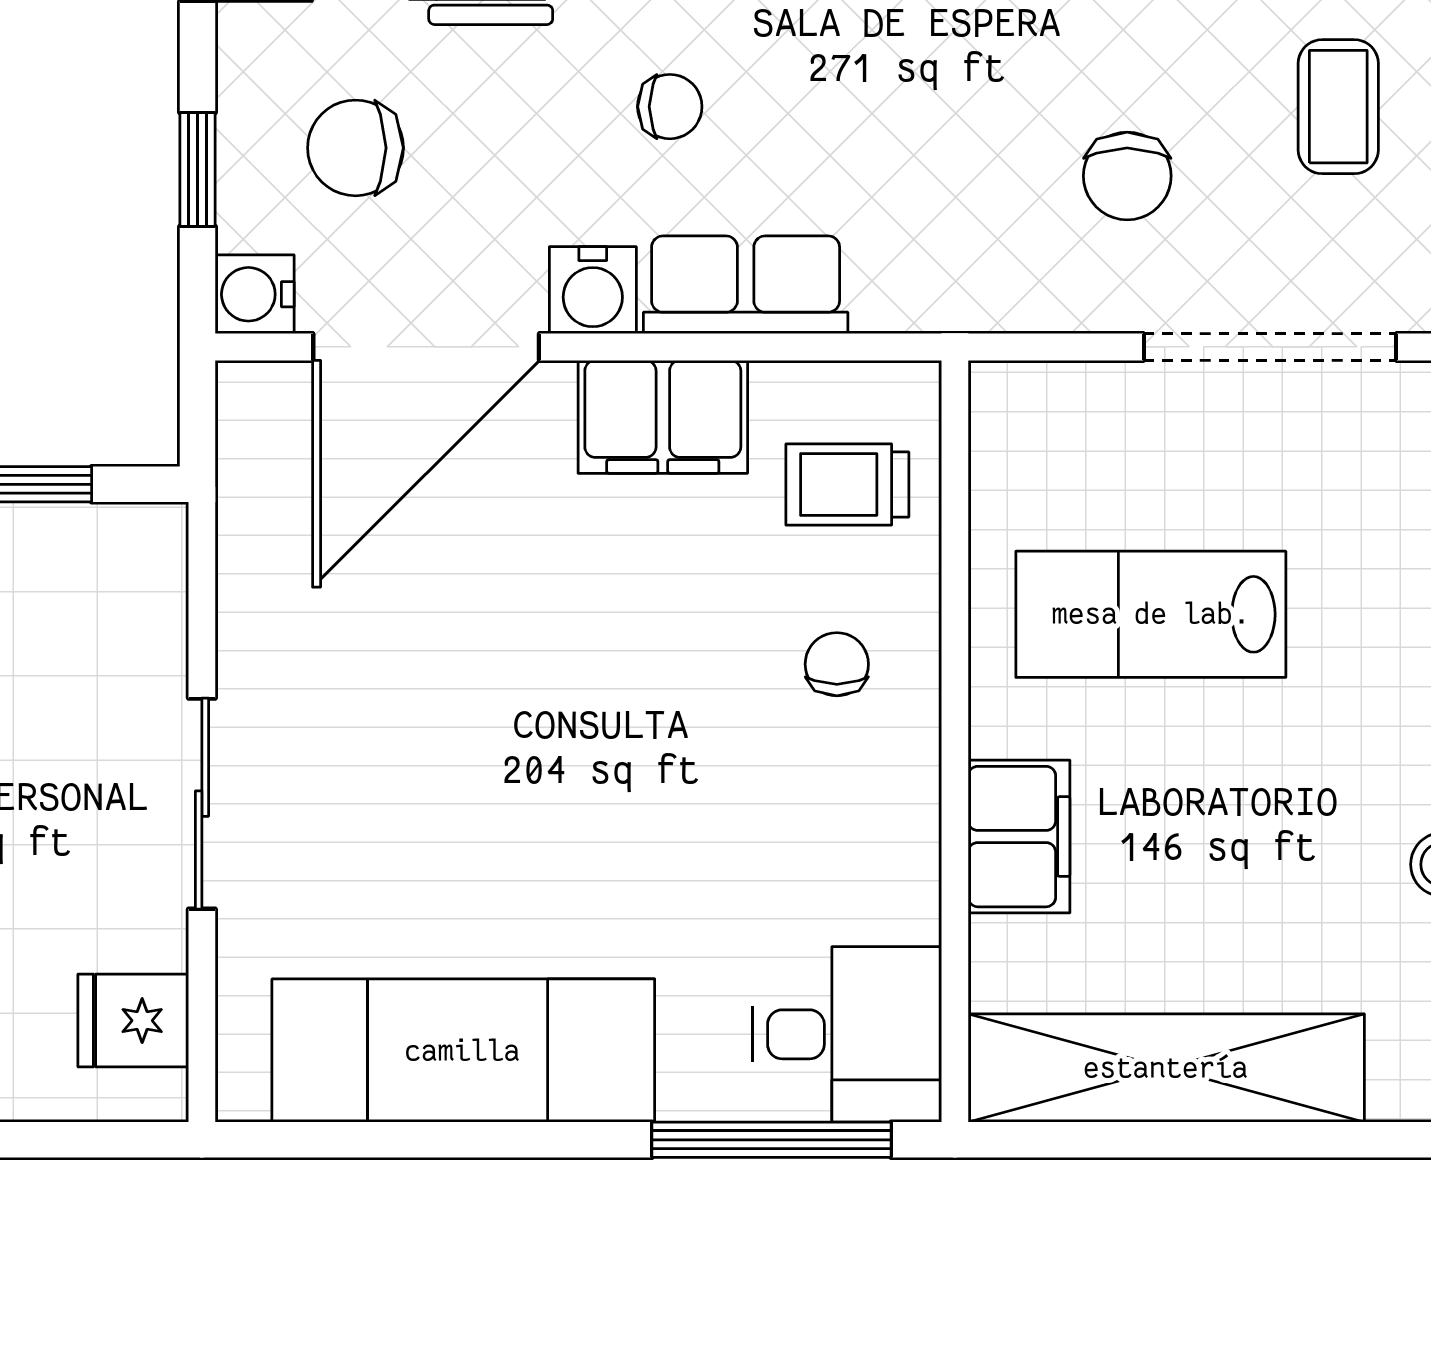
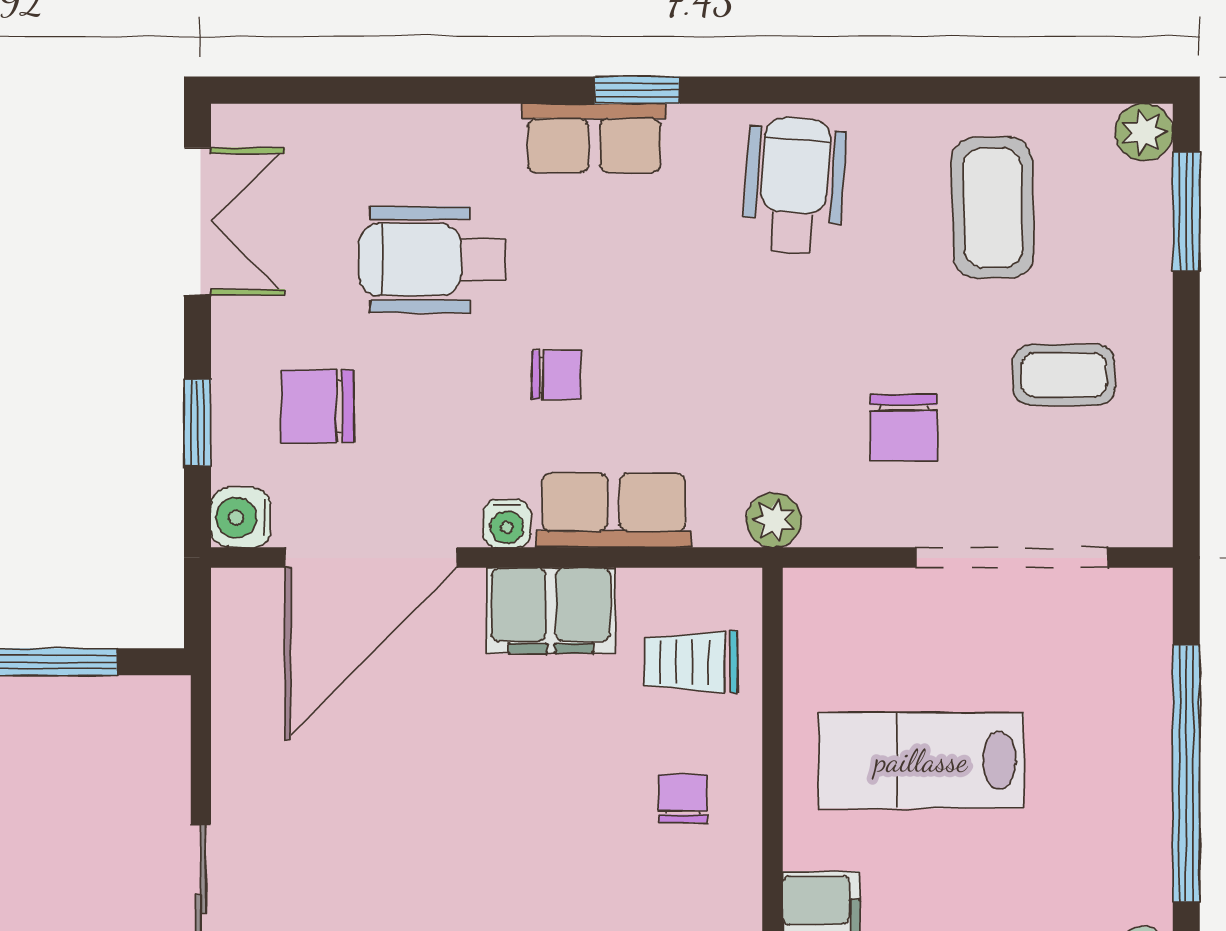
coffee table: (1338, 107) -> (1064, 375), turned 90
water cooler: (593, 290) -> (507, 524), width x0.72, depth x0.72
plant: (956, 298) -> (774, 520), added

